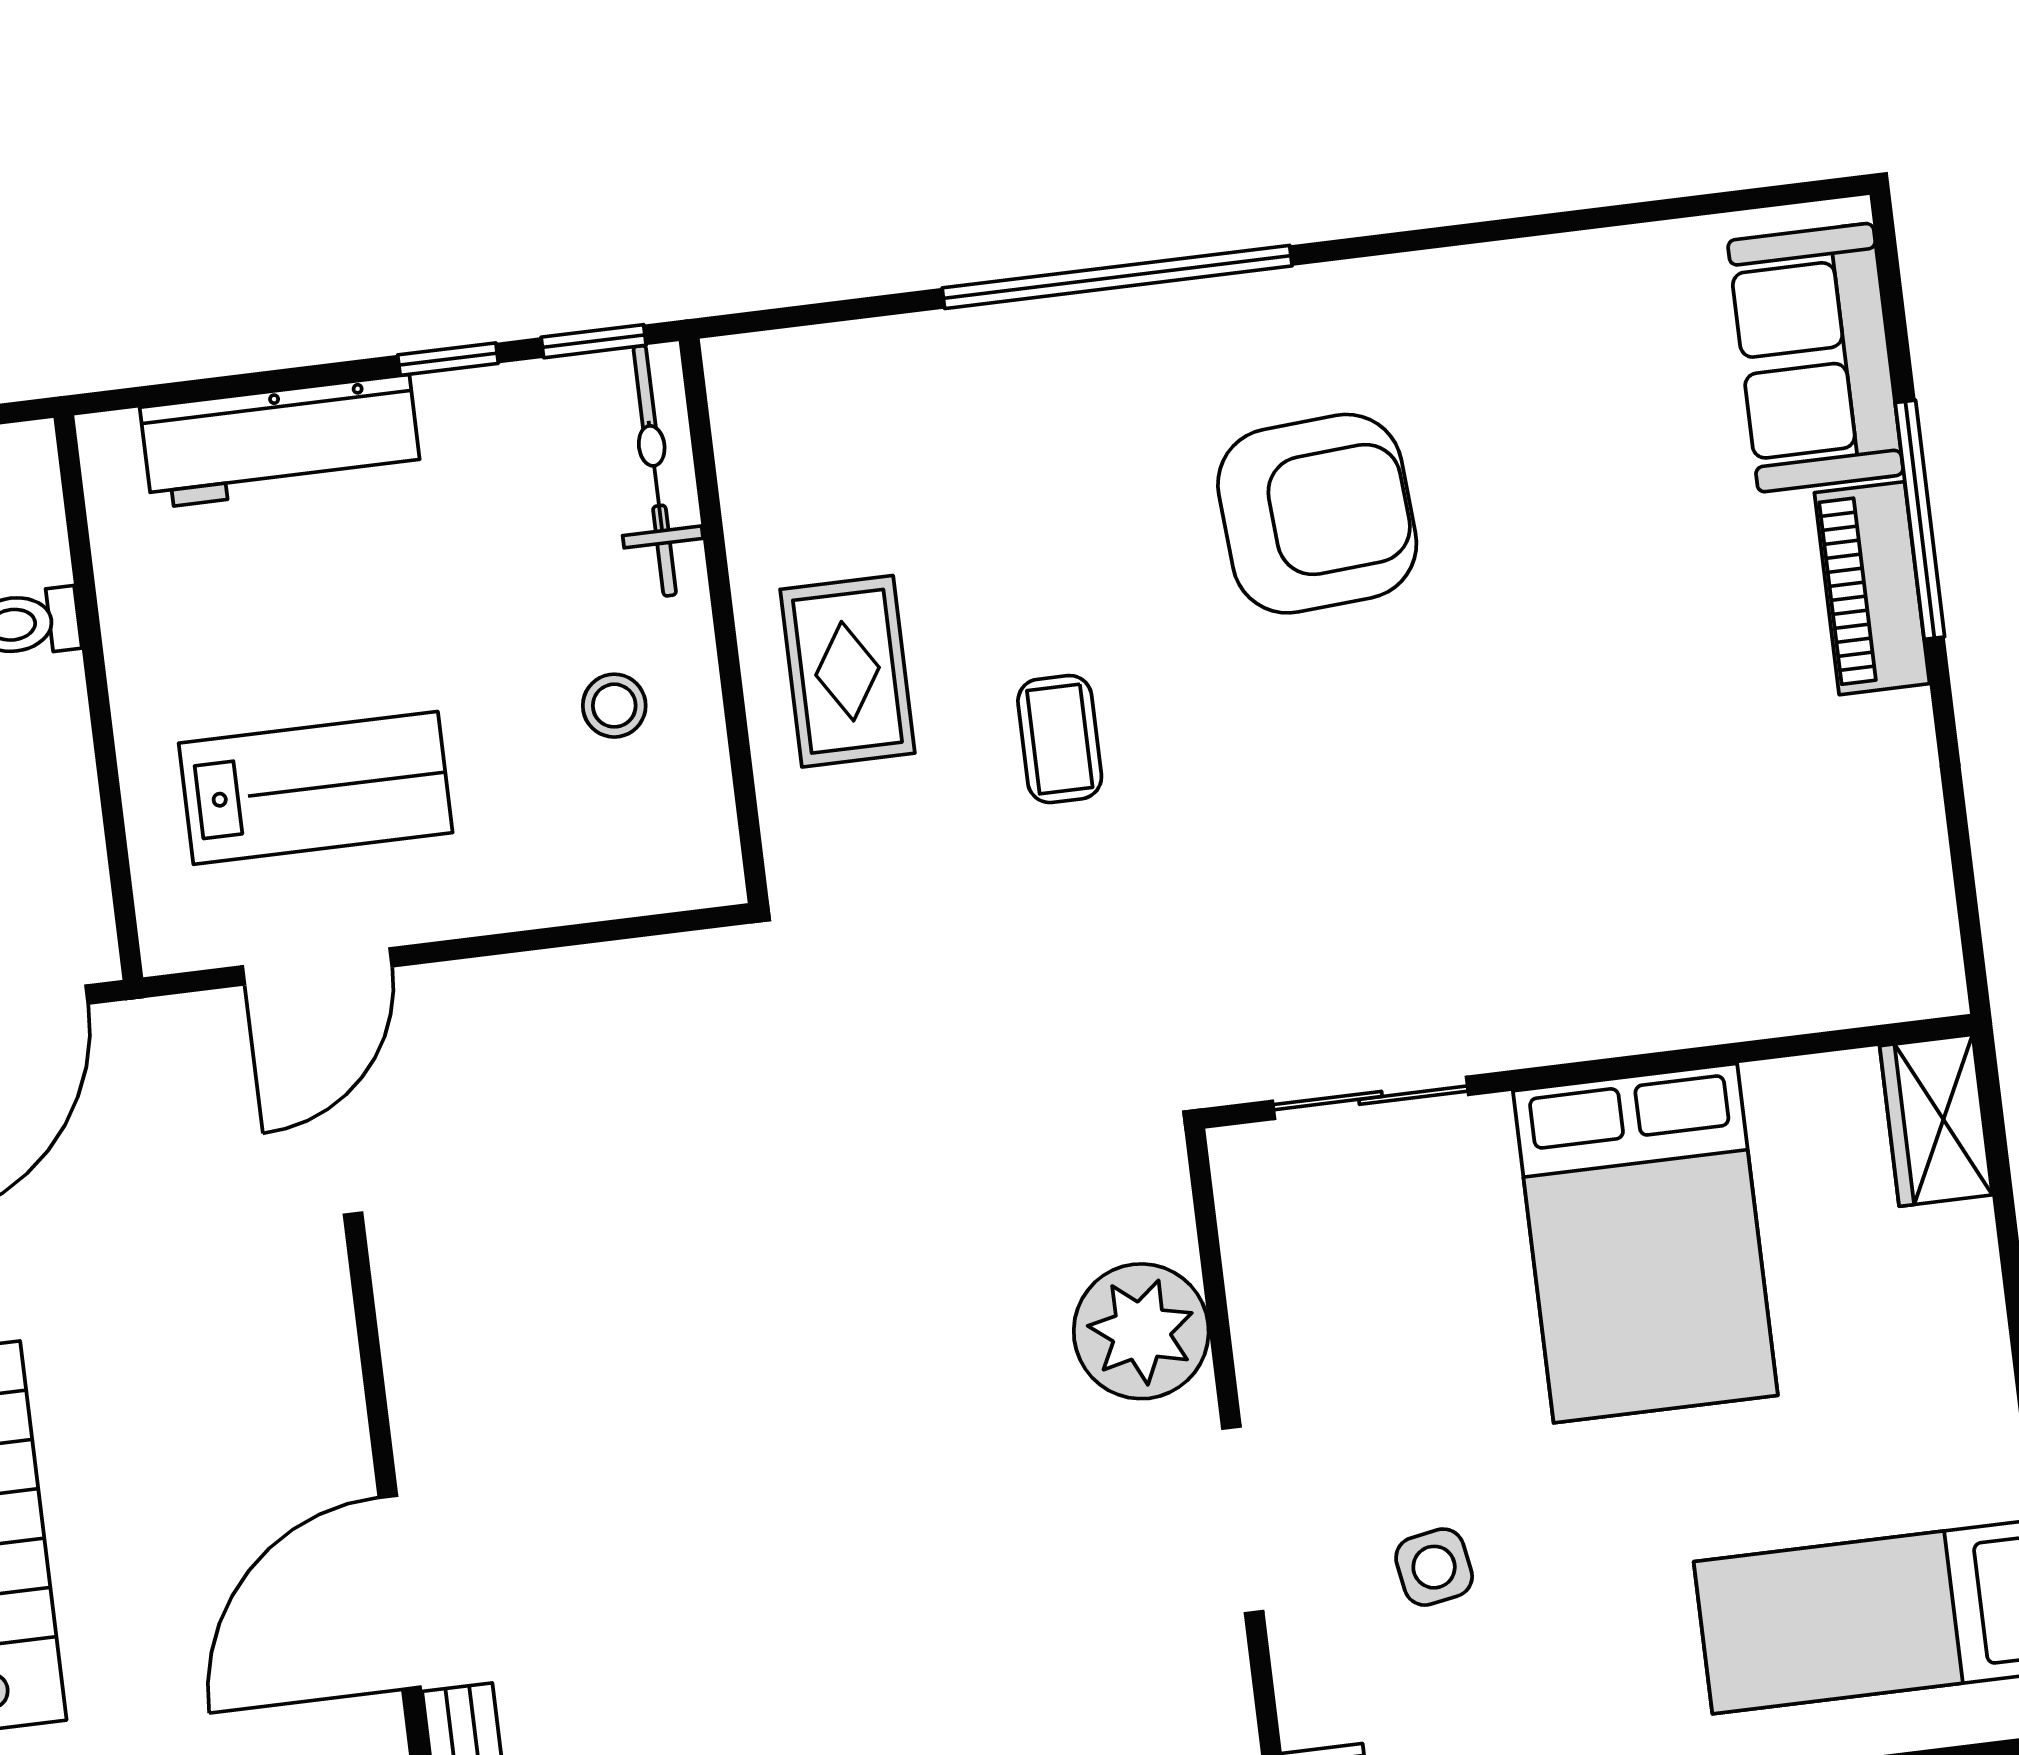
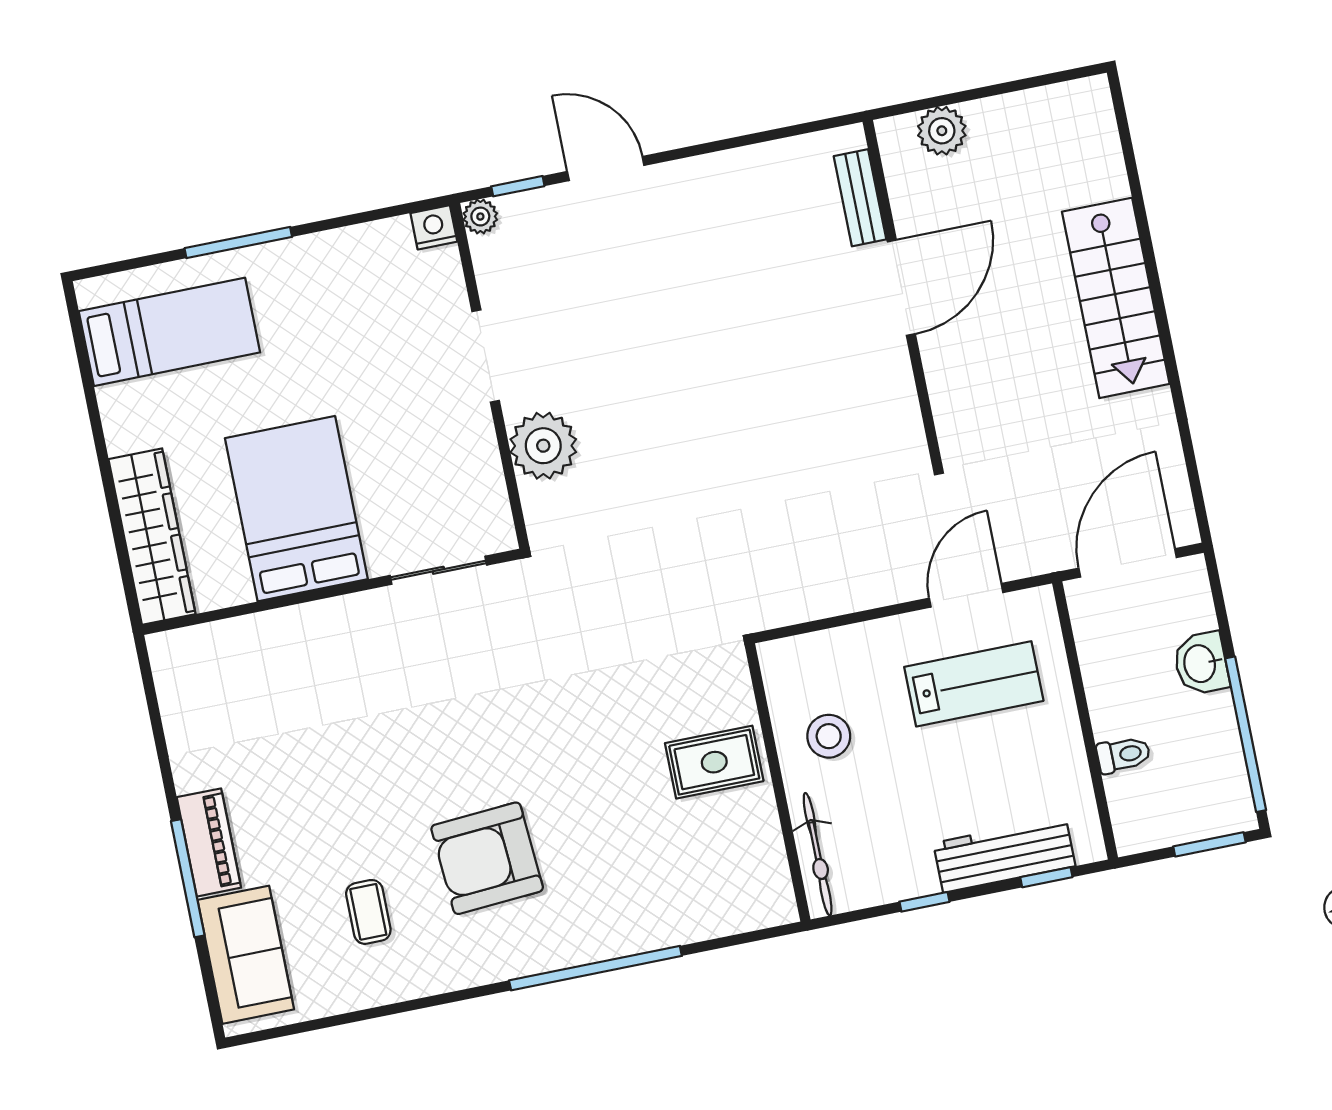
window: (594, 341) -> (1046, 877), moved
rug: (847, 671) -> (714, 762), turned 90
stool: (614, 706) -> (829, 736), width x1.37, depth x1.37
coffee table: (1060, 739) -> (368, 912), moved
lab bench: (316, 788) -> (974, 684), turned 180
wardrobe: (1936, 1120) -> (152, 537), width x2.10, depth x1.17
side table: (1434, 1567) -> (389, 340), removed

